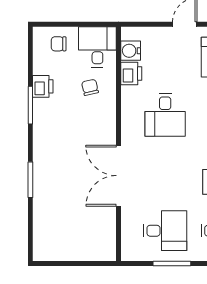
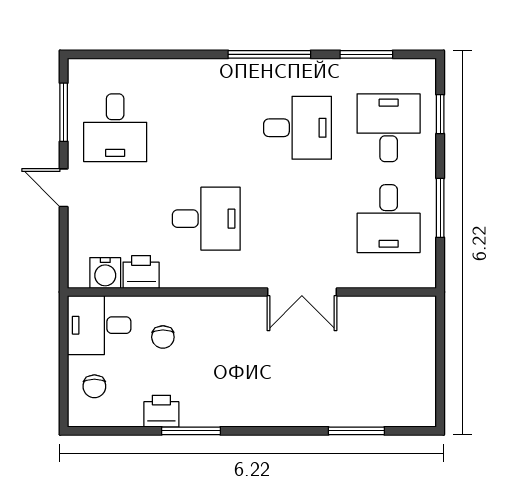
chair: (90, 87) -> (163, 337), turned -77
double door: (119, 176) -> (302, 292), width x0.73
window: (30, 180) -> (356, 431), moved
desk: (165, 231) -> (389, 219), turned 180

